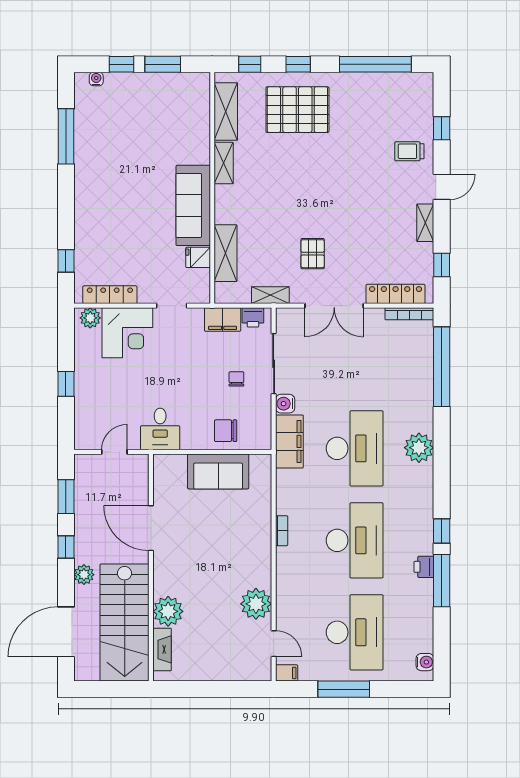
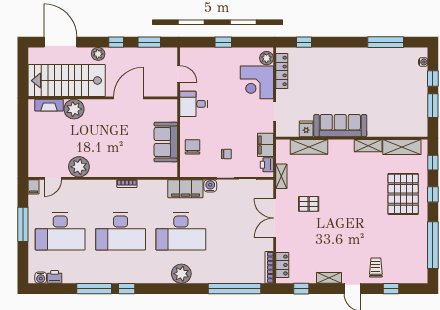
locker: (396, 294) -> (282, 265), width x0.66
printer: (424, 567) -> (55, 277), moved

